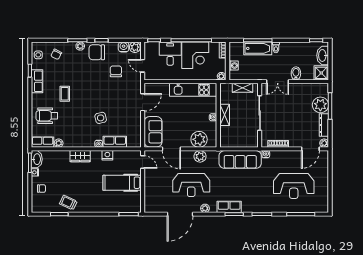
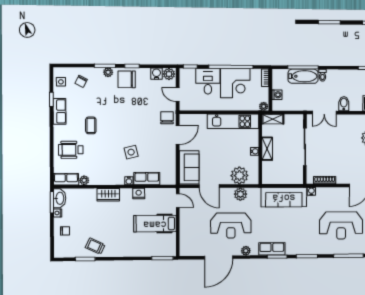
chair: (116, 71) -> (167, 118), moved
shelving: (243, 88) -> (273, 119), moved

